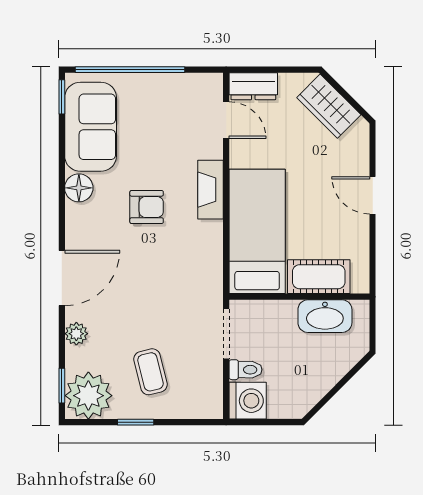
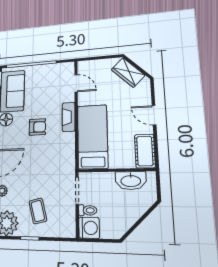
dresser: (253, 86) -> (89, 66), removed
cot: (319, 277) -> (145, 151), moved, turned 90

